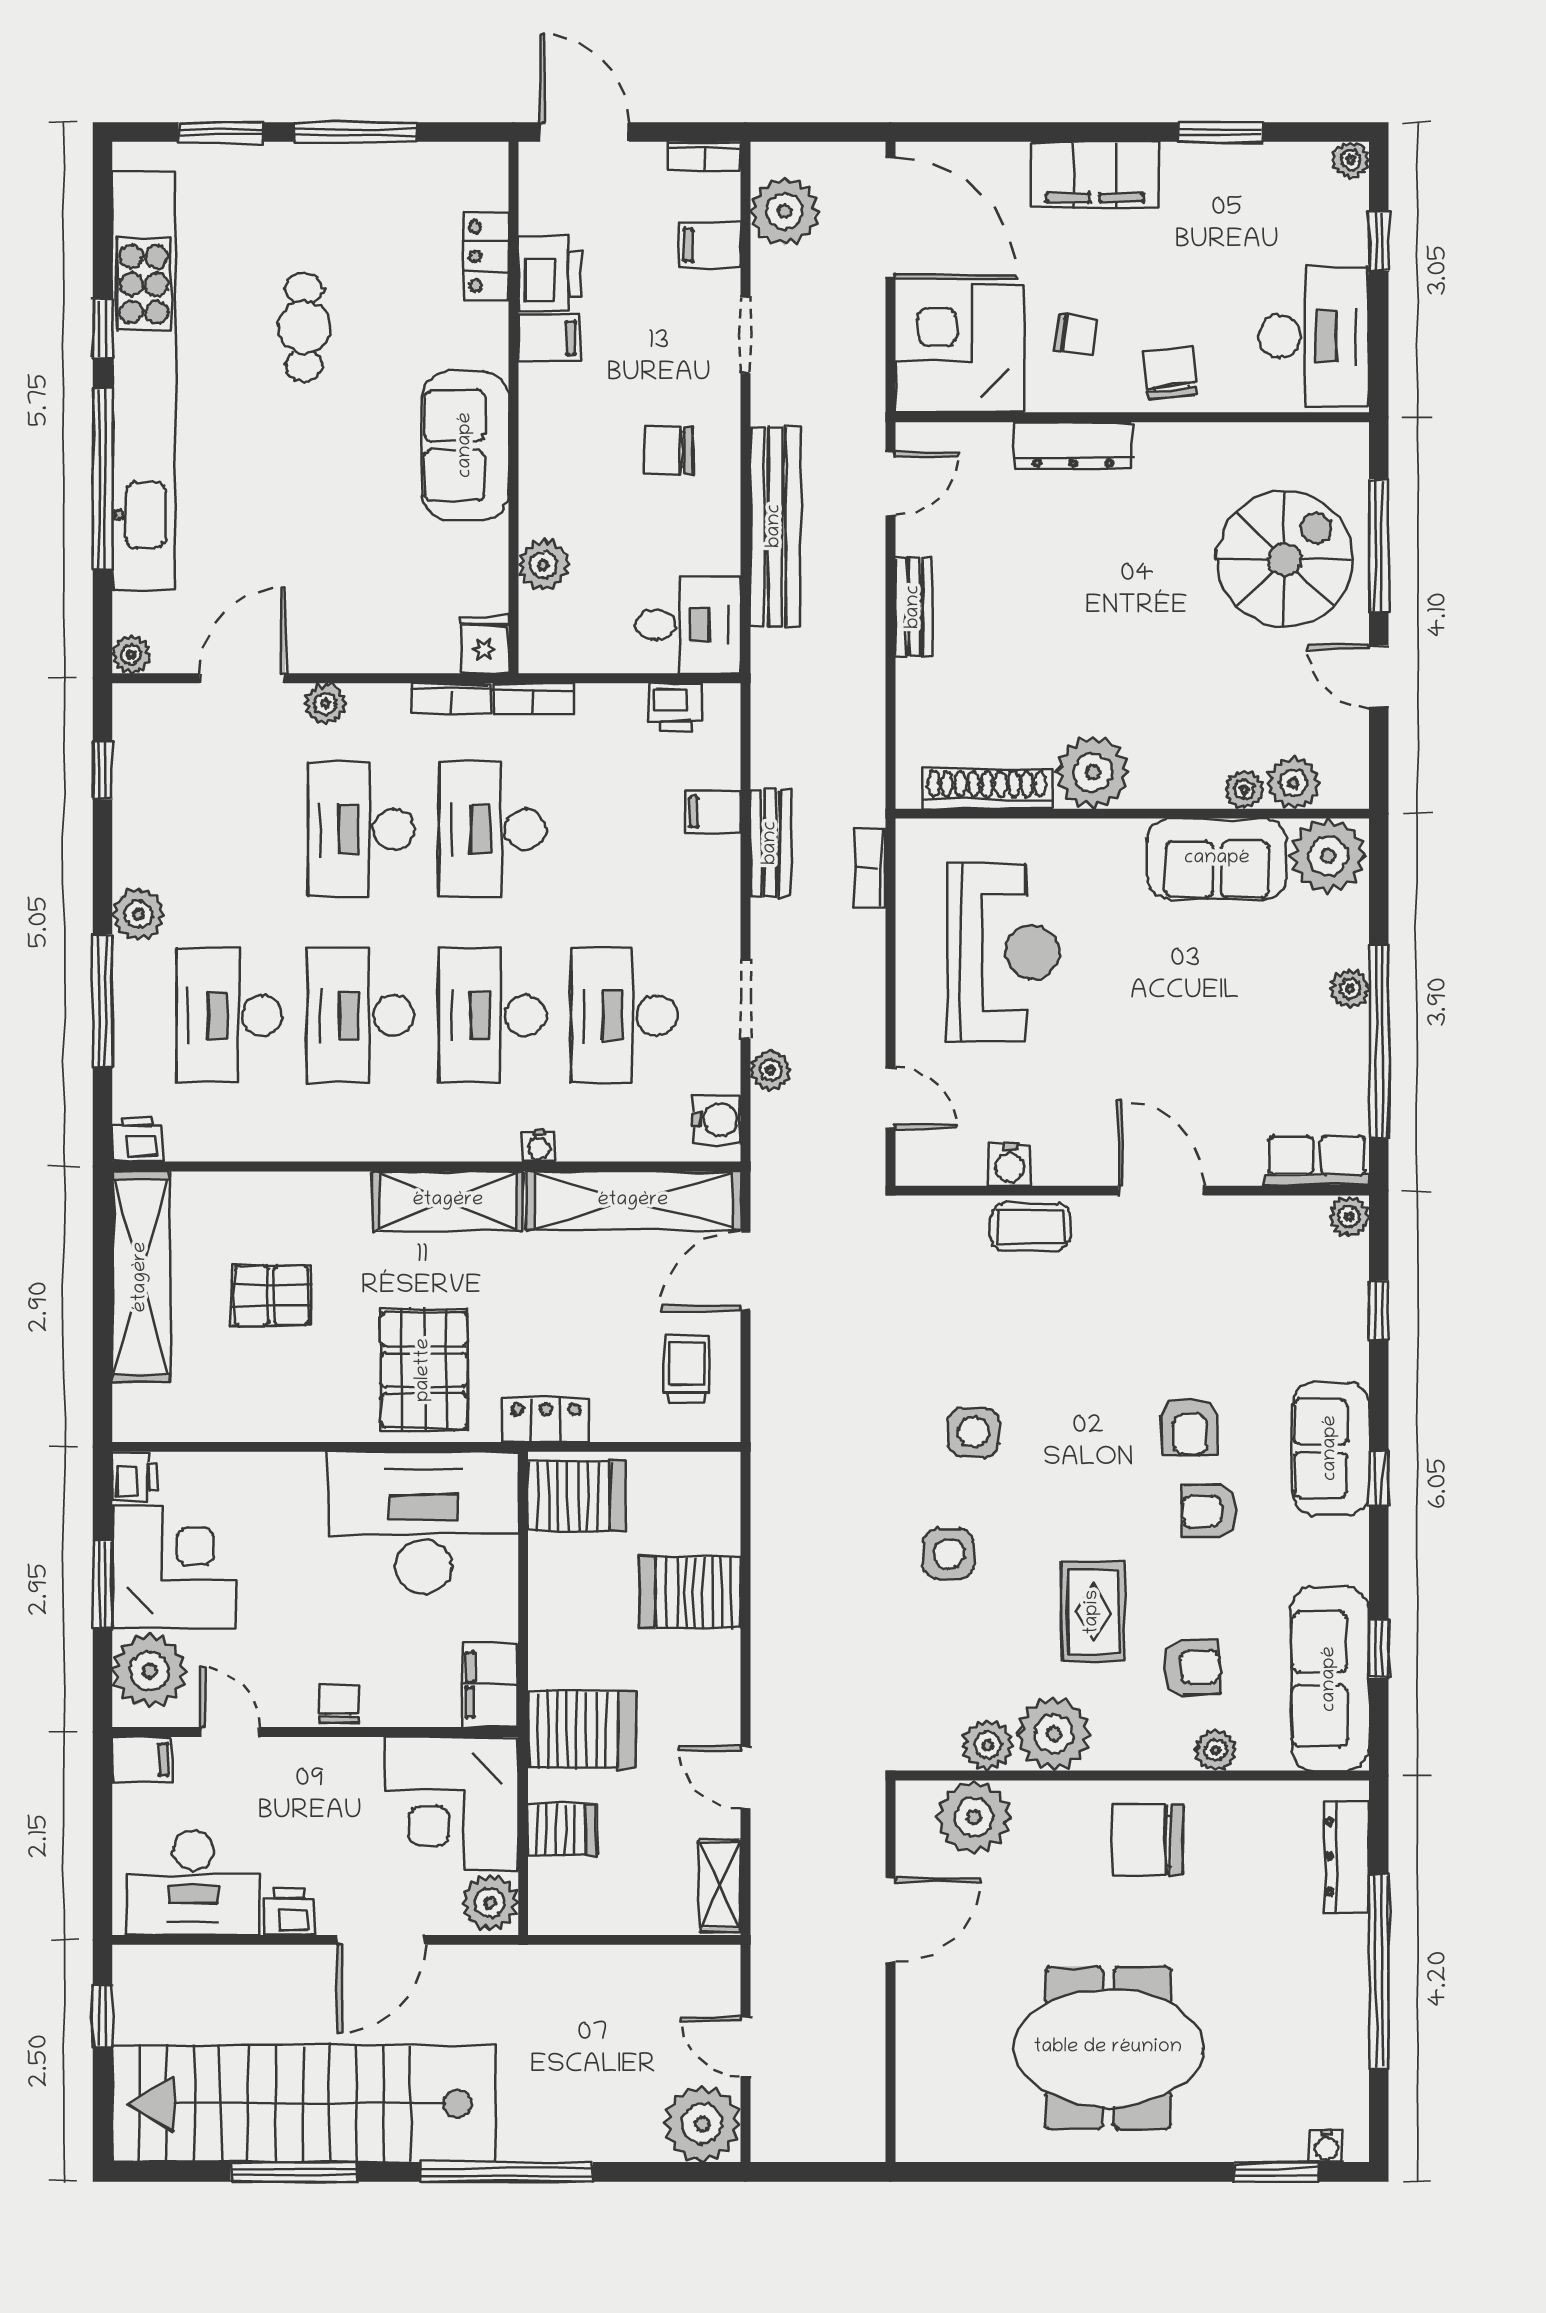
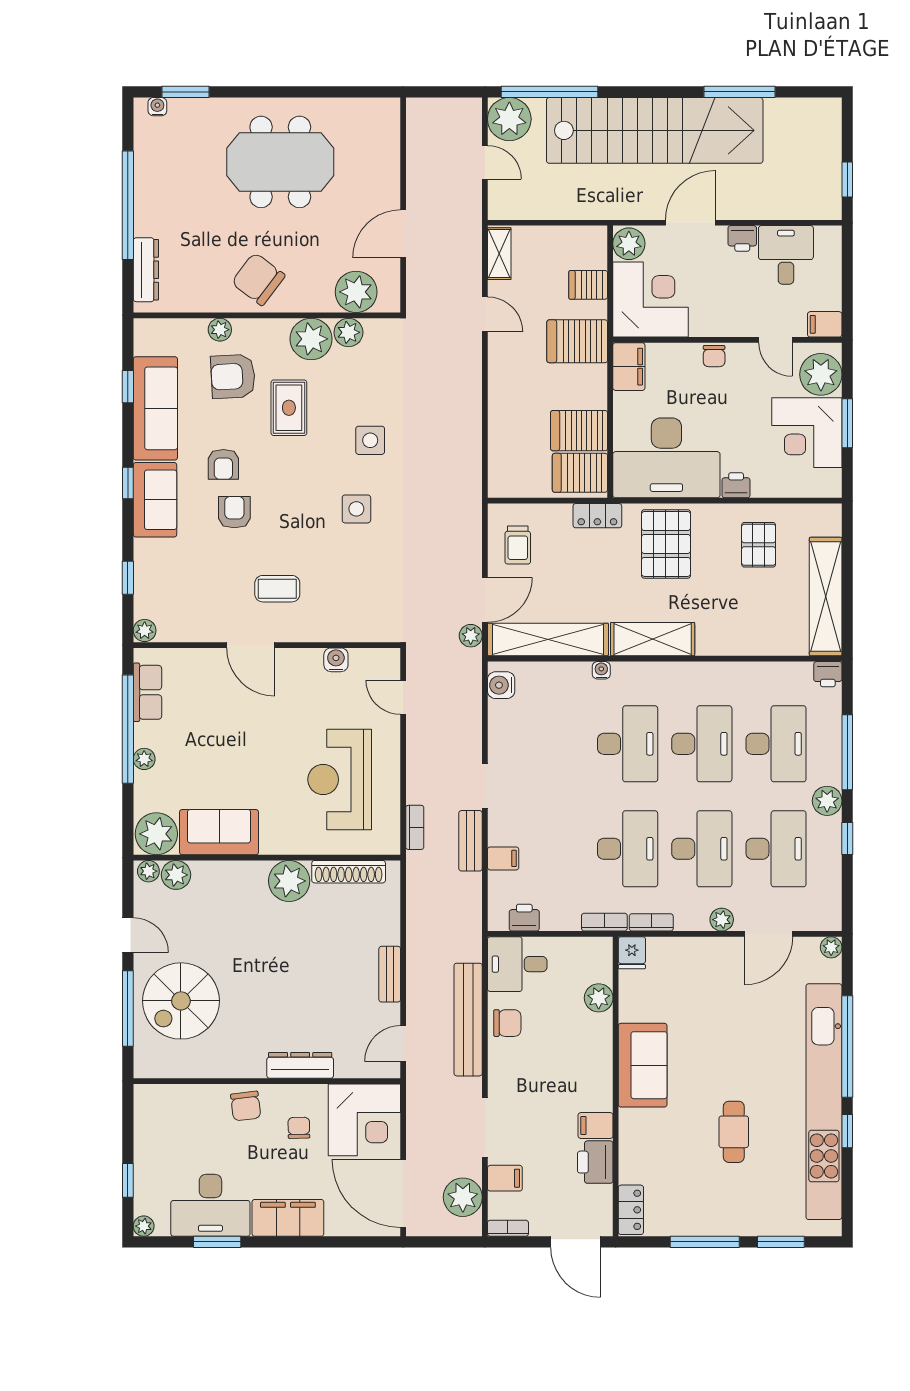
locker: (486, 256) -> (631, 1210), moved
chair: (1075, 334) -> (299, 1128), turned 82
doorway: (745, 335) -> (485, 1127), width x1.38
desk: (1314, 336) -> (210, 1205), moved, turned -90
chair: (668, 451) -> (507, 1023), moved
window: (103, 770) -> (847, 838), moved
plant: (1244, 790) -> (148, 871), moved
doorway: (745, 999) -> (485, 786), moved
desk: (624, 1015) -> (776, 849), moved
plant: (771, 1070) -> (471, 636), moved
row of seats: (1317, 1161) -> (147, 692), moved, turned -90
coffee table: (1030, 1227) -> (277, 589), moved
pallet: (272, 1295) -> (759, 545), moved, turned 90
printer: (135, 1477) -> (736, 485), moved, turned 90
armchair: (1209, 1511) -> (223, 464), turned 90
server rack: (690, 1592) -> (579, 431), moved, turned 180
armchair: (1192, 1667) -> (233, 376), width x1.38, depth x1.38
sofa: (1330, 1679) -> (155, 408), moved
chair: (1148, 1840) -> (258, 279), turned -143
desk: (193, 1883) -> (786, 255), width x0.73
stairs: (304, 2104) -> (655, 130), moved
window: (507, 2172) -> (550, 92), moved

